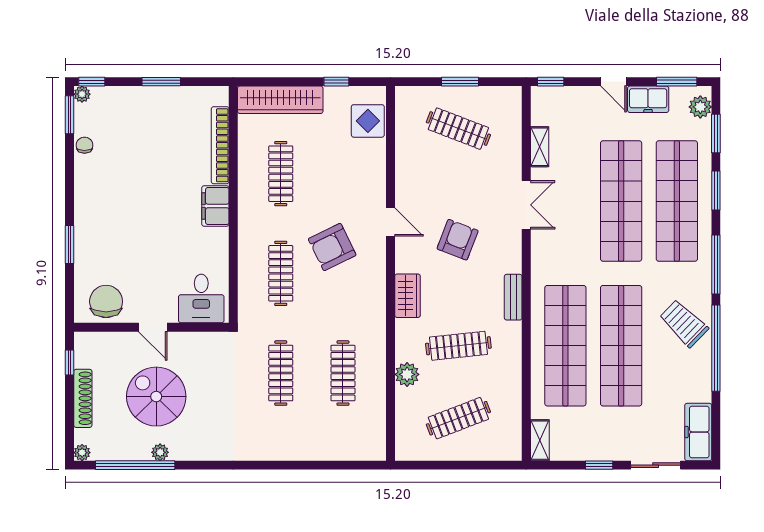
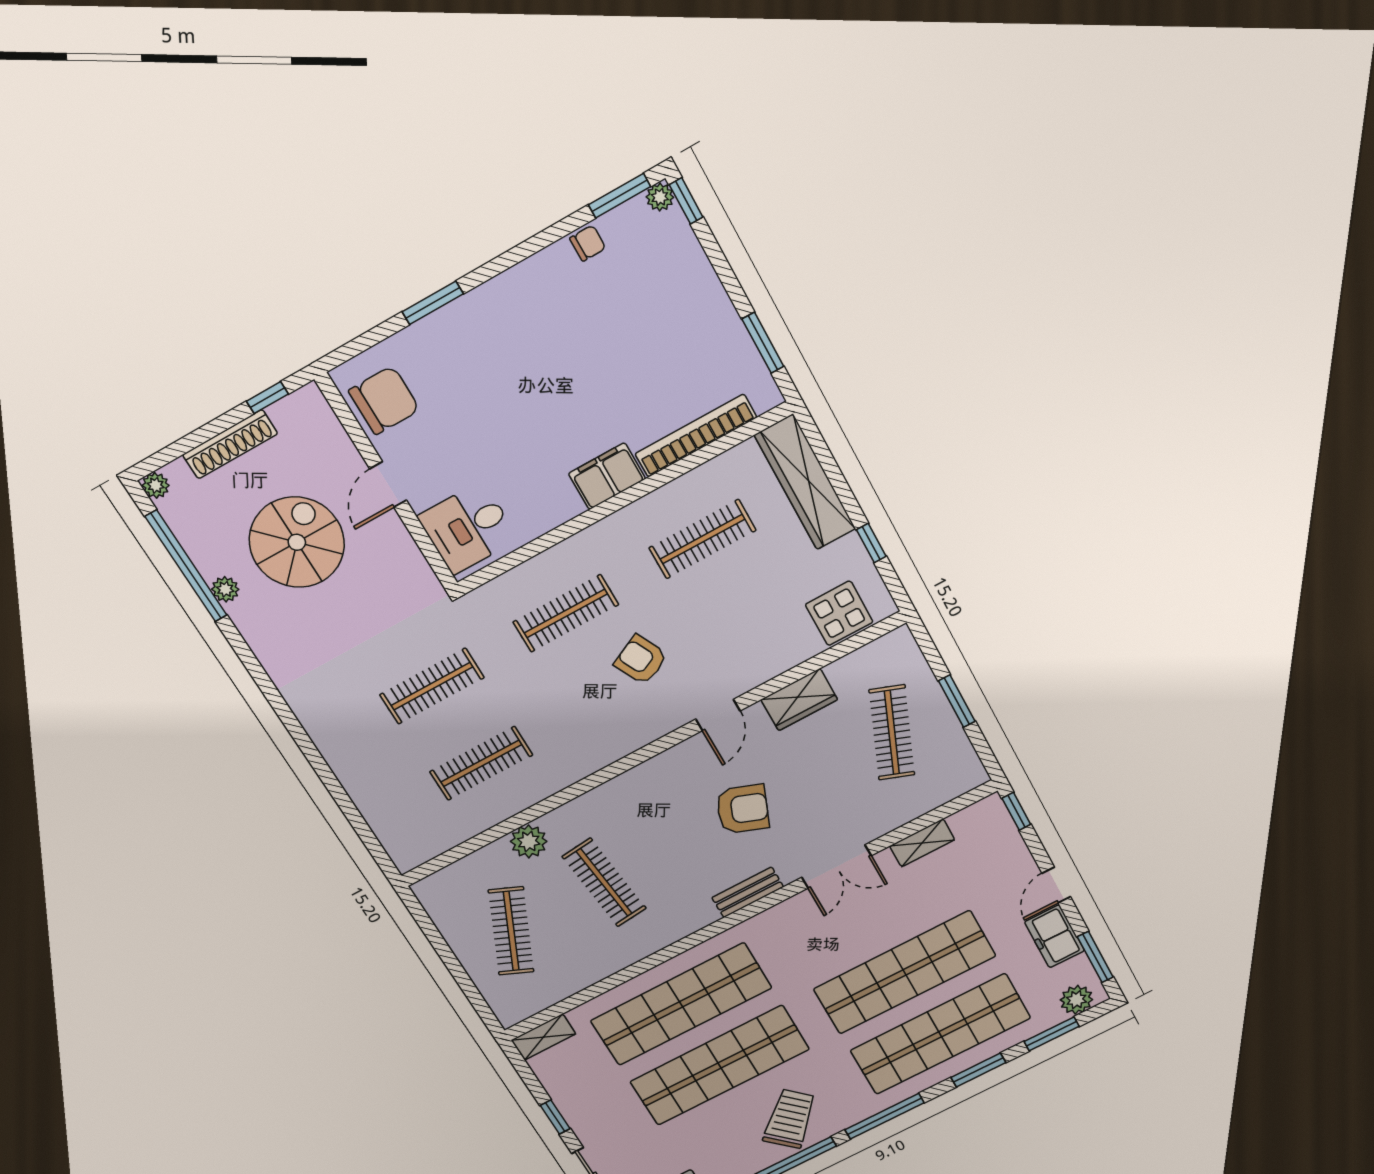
window: (161, 82) -> (763, 343), moved
armchair: (332, 247) -> (641, 660), width x0.72, depth x0.72
wardrobe: (408, 296) -> (799, 700), moved
bench: (513, 297) -> (748, 892), moved
clothes rail: (458, 418) -> (511, 931), turned 45

